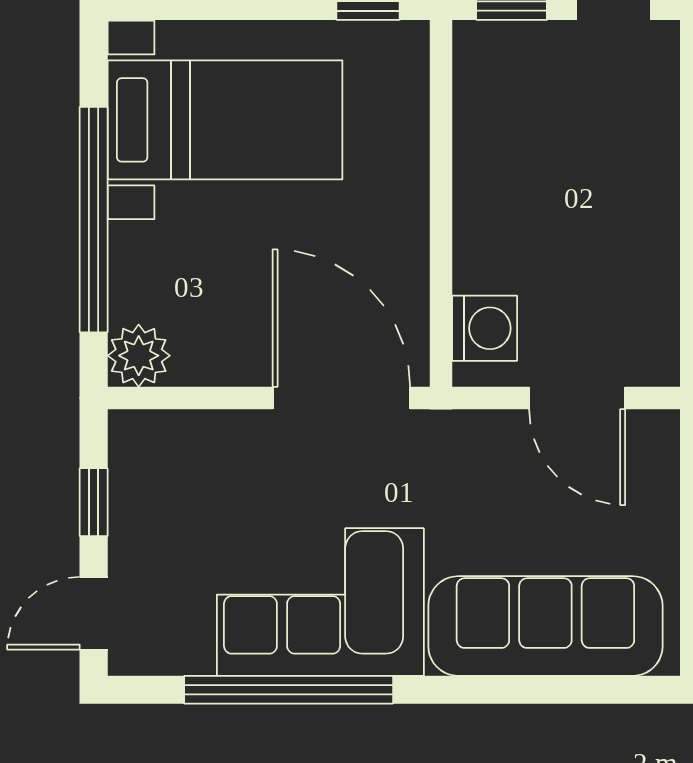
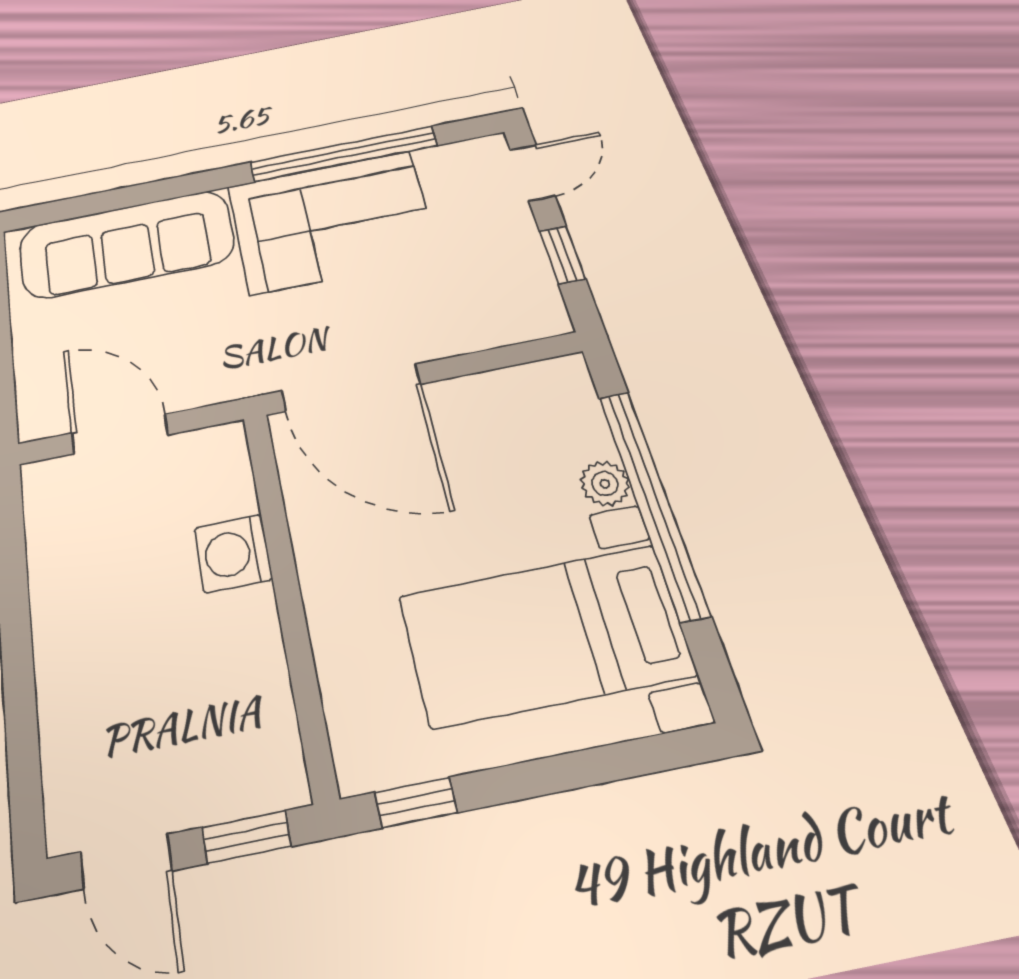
washing machine: (485, 328) -> (233, 553), moved
plant: (139, 356) -> (605, 484), moved, width x0.73, depth x0.73

